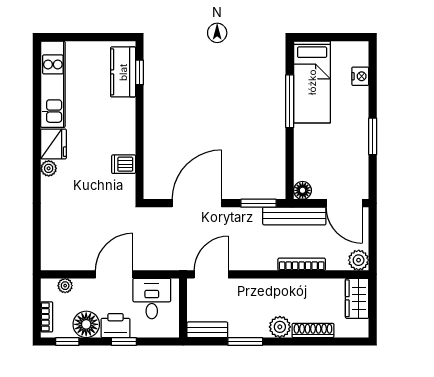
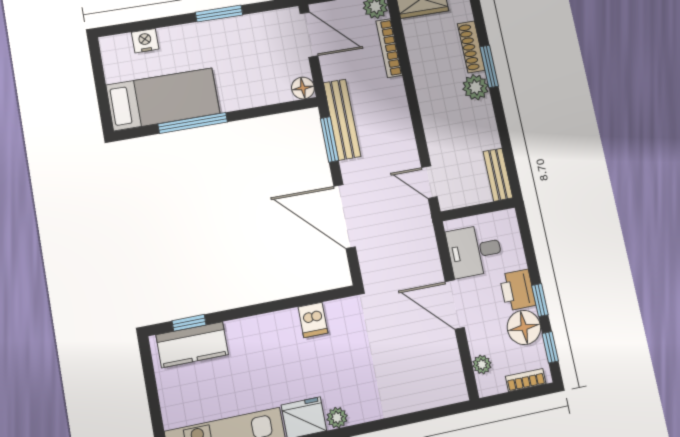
door: (344, 203) -> (309, 35), hinge flipped
bench: (294, 216) -> (342, 120), moved
bookcase: (302, 264) -> (389, 48), moved
door: (211, 274) -> (429, 182), width x0.73
window: (124, 341) -> (540, 300), moved
window: (245, 341) -> (489, 66), moved

